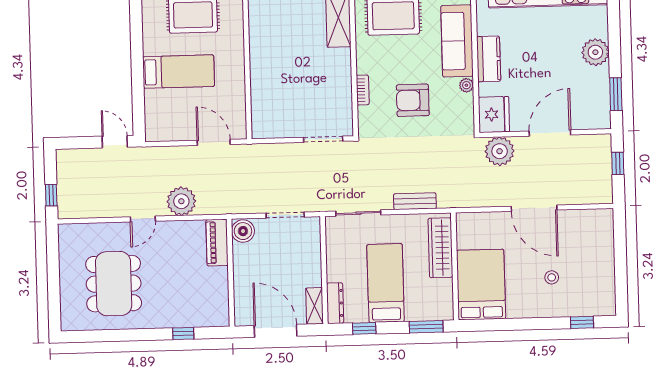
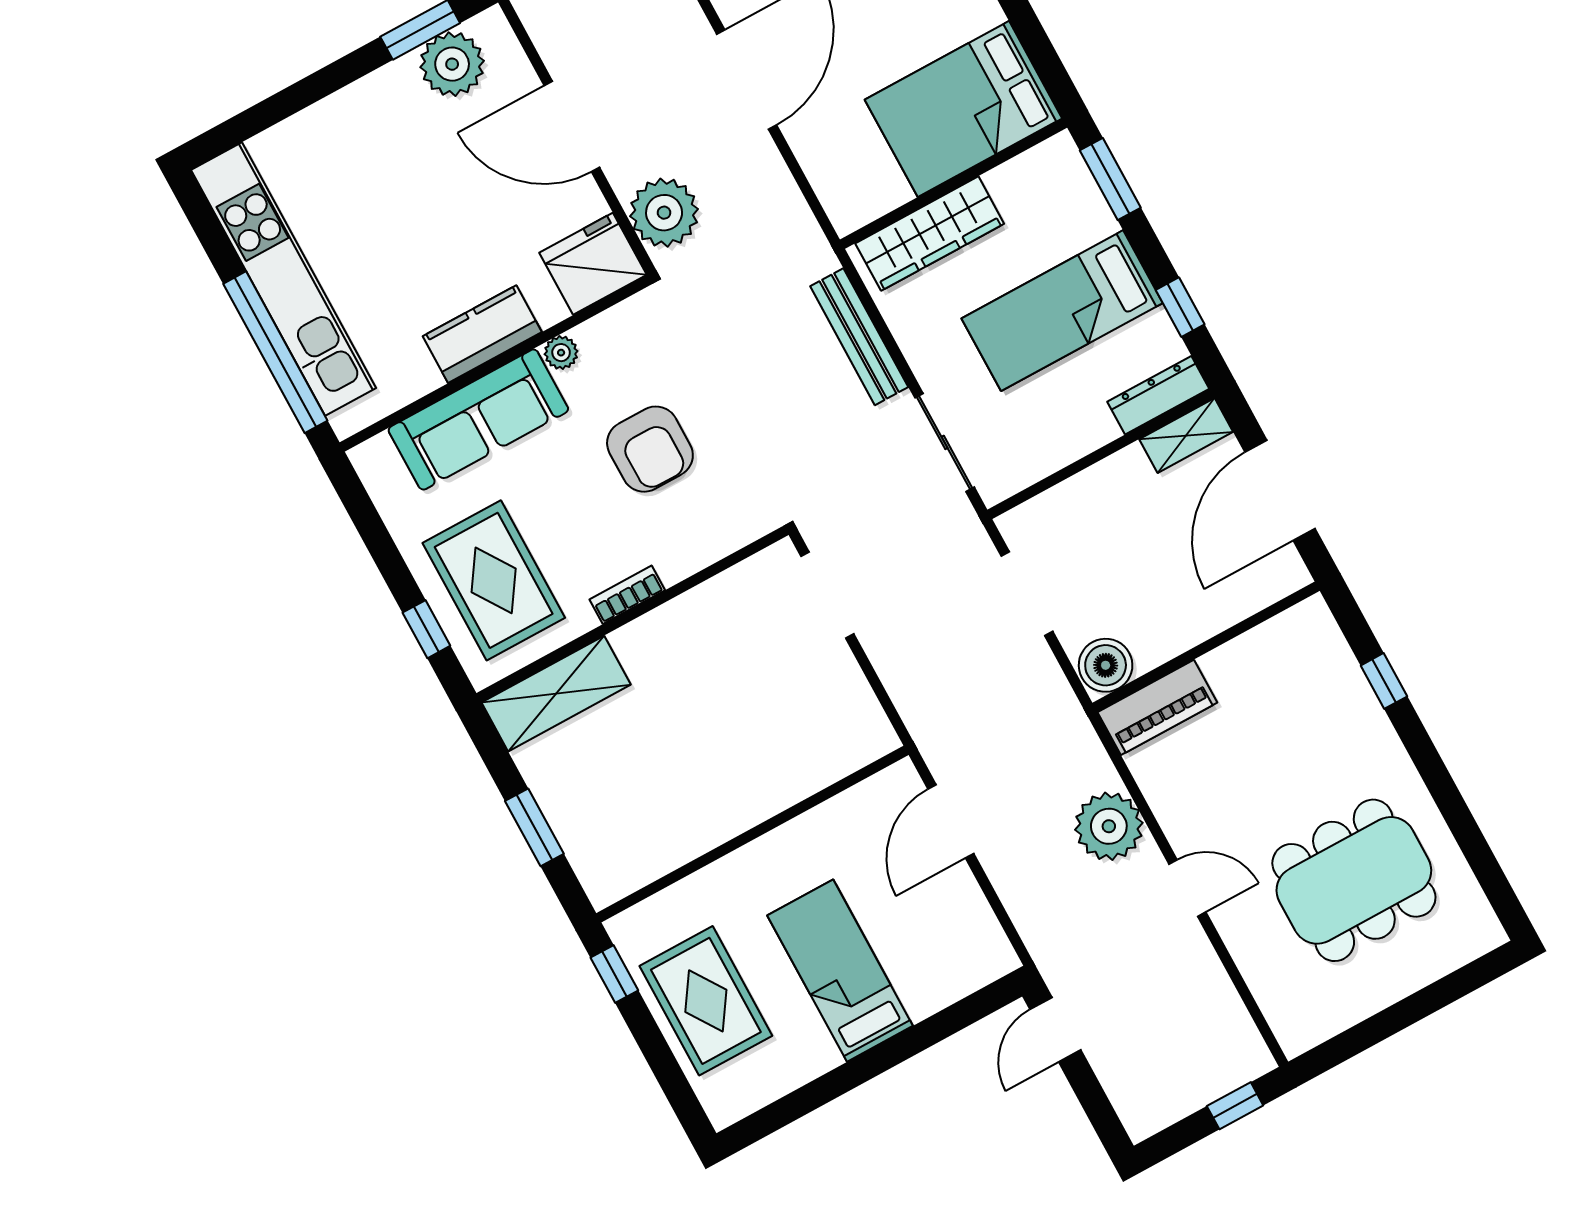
plant: (595, 52) -> (452, 64), moved
bookcase: (363, 90) -> (627, 595), moved
bench: (415, 201) -> (859, 337), width x1.36

